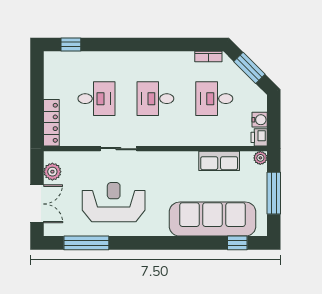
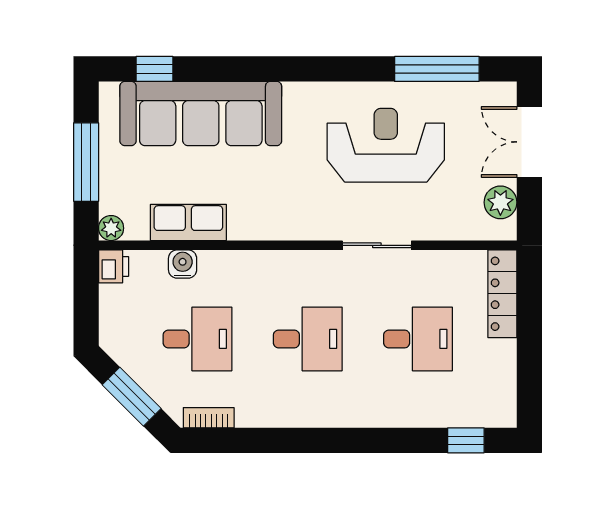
desk: (96, 99) -> (418, 339), turned 180
water cooler: (260, 120) -> (183, 264), moved, turned 90
reception desk: (114, 202) -> (386, 145), turned 180

